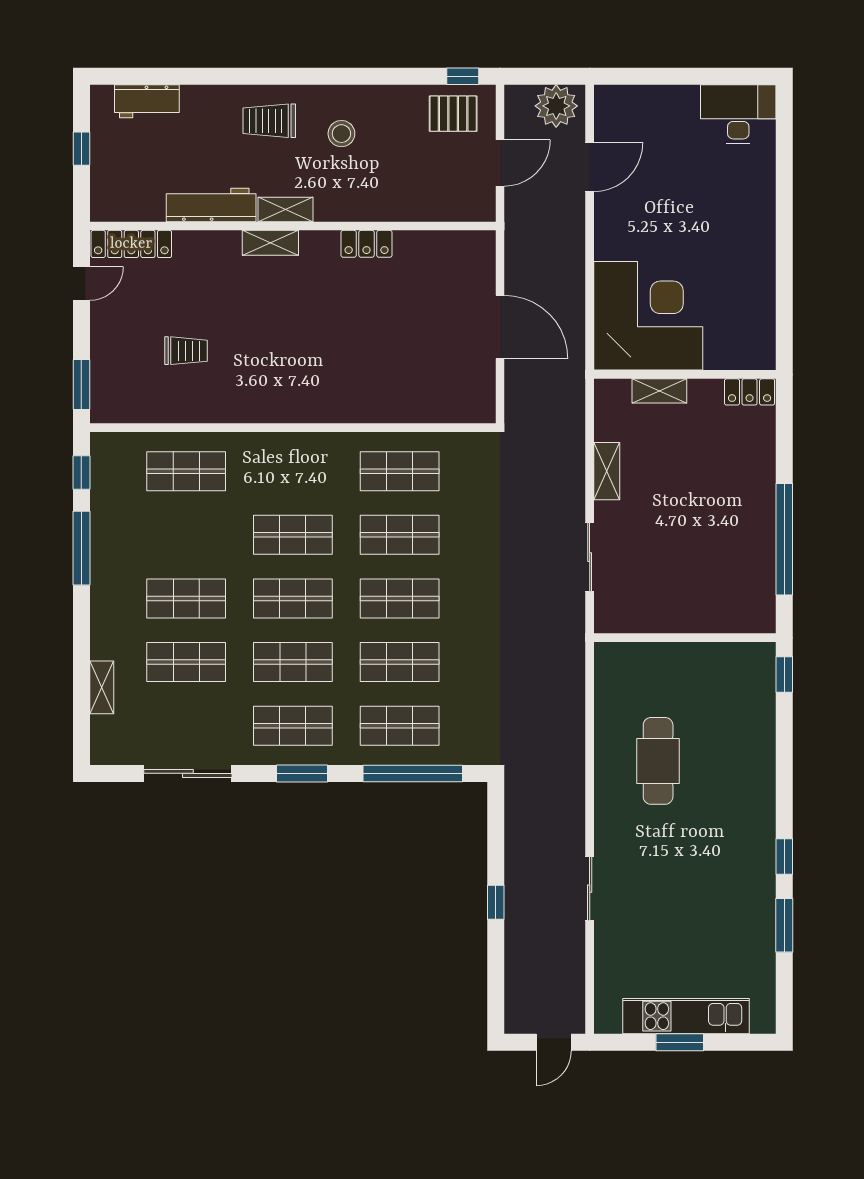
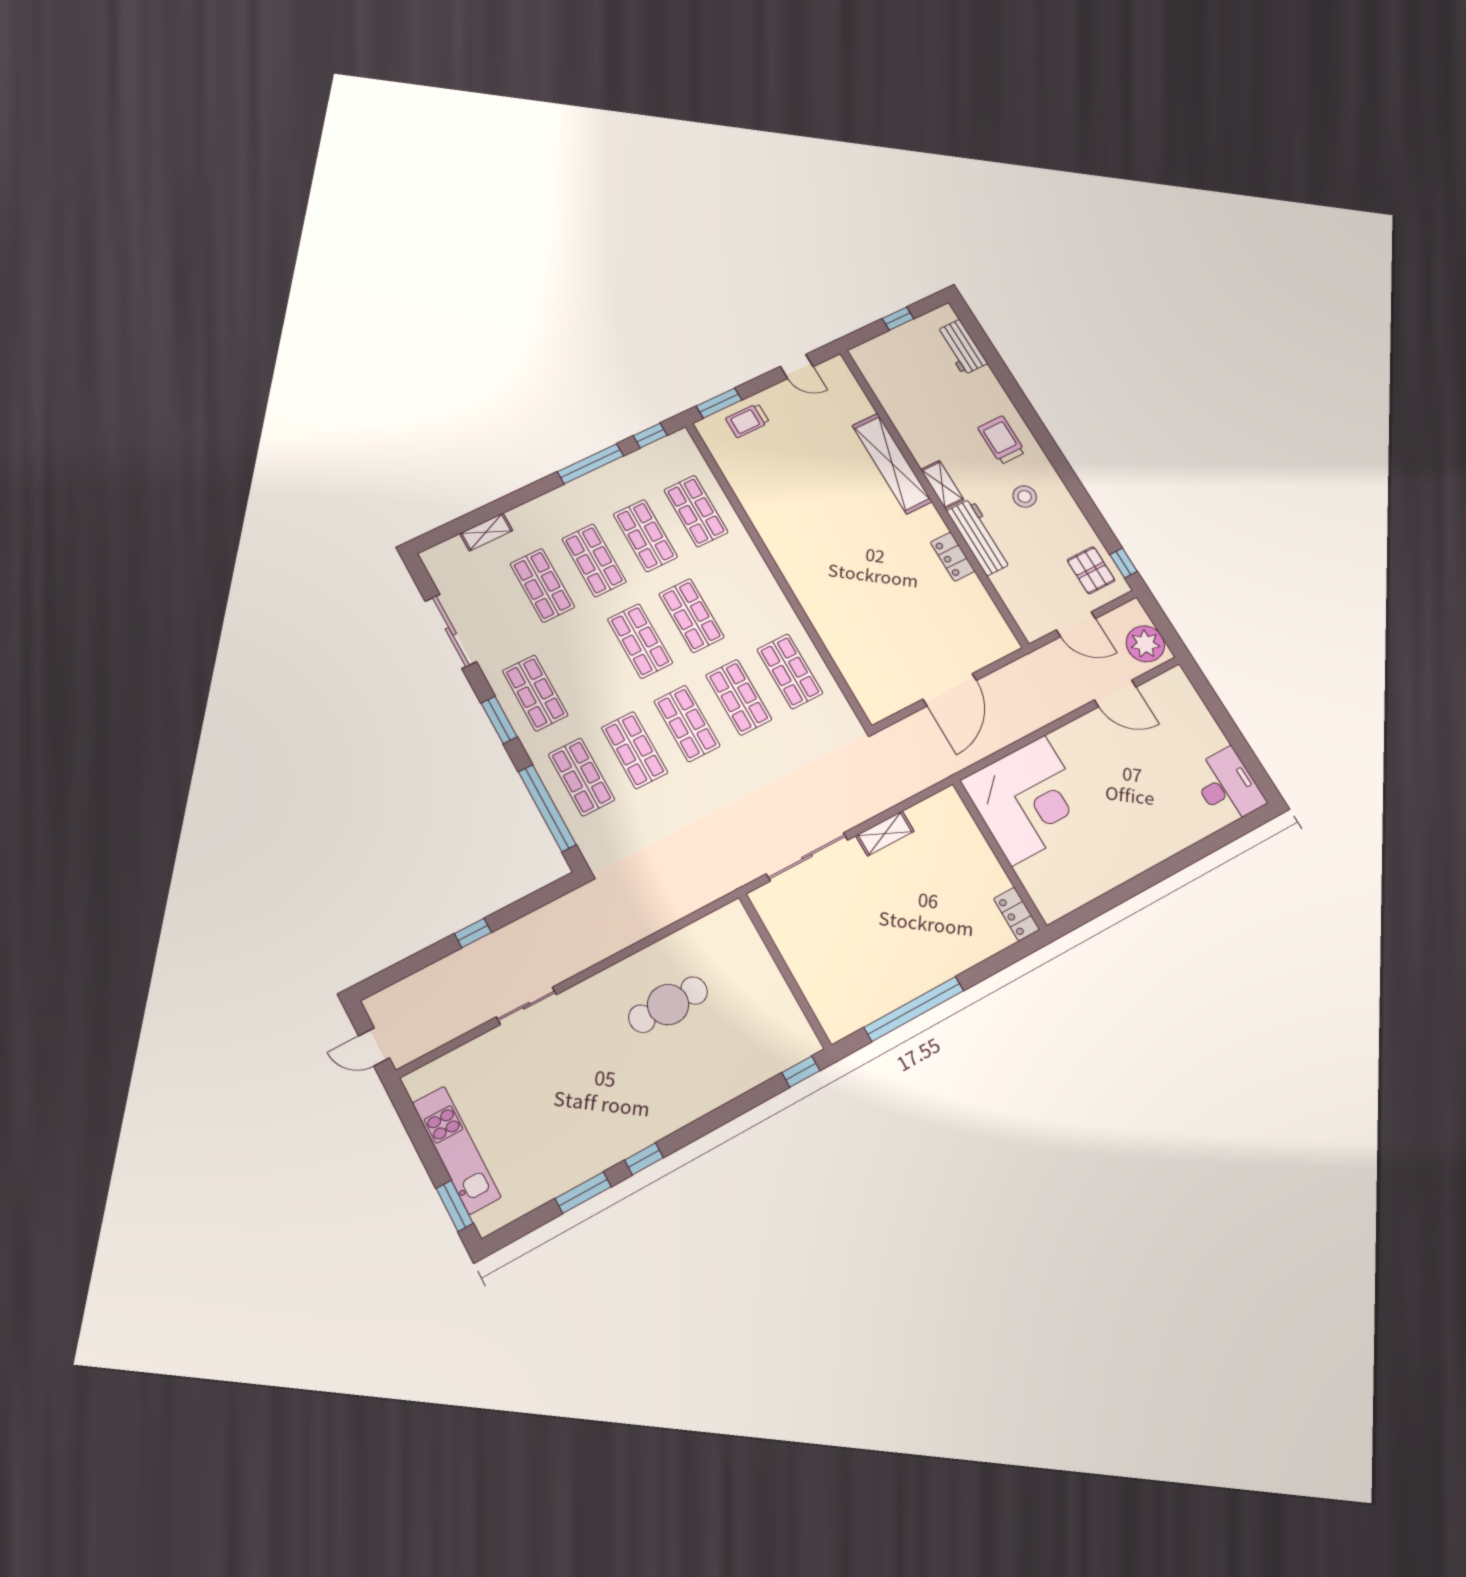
workbench: (211, 205) -> (979, 537), moved
shelving: (270, 243) -> (892, 463), width x2.20, depth x1.33
locker: (131, 244) -> (848, 387), removed
trolley: (186, 351) -> (747, 420), moved, turned 90
shelving: (659, 391) -> (974, 841), removed
sliding door: (590, 557) -> (807, 857), width x1.37
shop shelf: (293, 662) -> (645, 536), moved
window: (680, 1042) -> (455, 1206), moved

